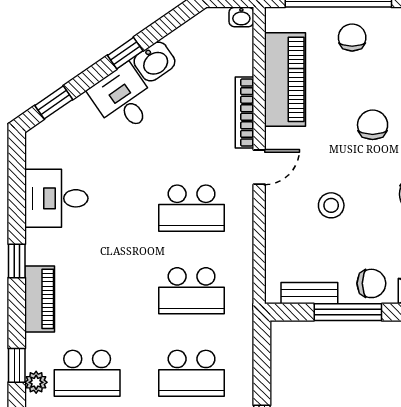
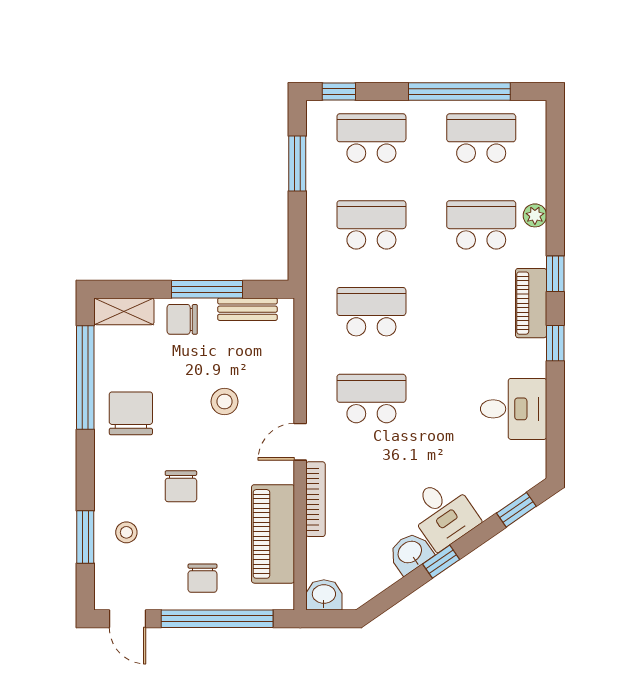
washbasin: (241, 17) -> (324, 595), width x1.38, depth x1.45
window: (17, 365) -> (555, 274), moved

